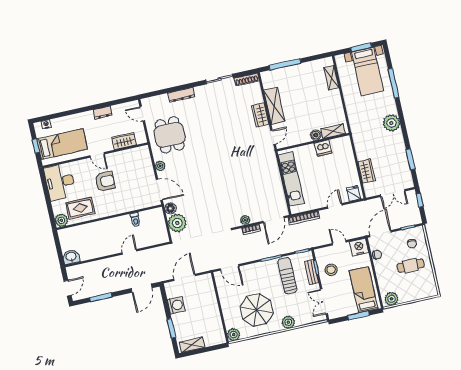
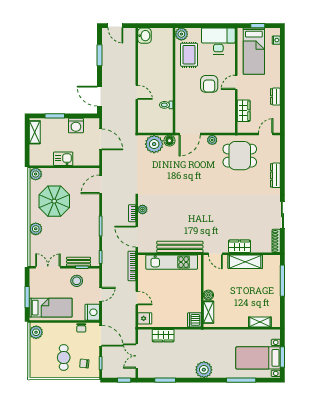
dishwasher: (323, 148) -> (194, 320), moved
bench: (274, 174) -> (180, 247), added
sun lounger: (287, 276) -> (80, 238), removed
kitchen sink: (212, 310) -> (63, 159), added

